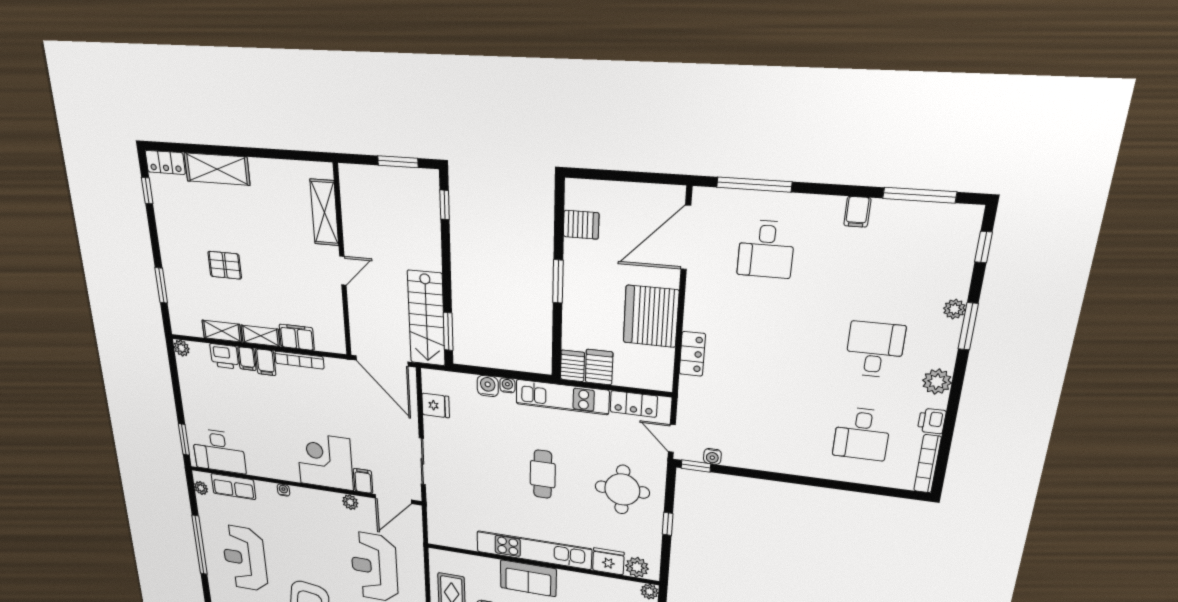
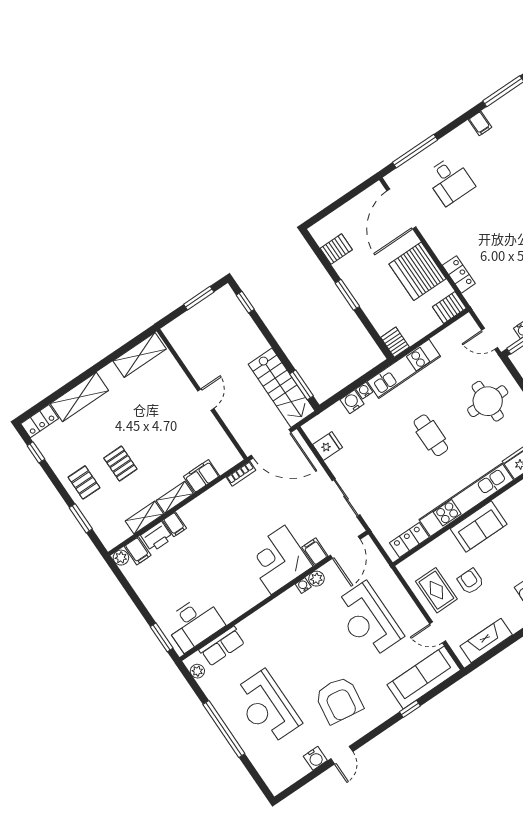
shelving: (324, 212) -> (140, 355), moved, turned 90
pallet: (180, 255) -> (84, 482), added
pallet: (225, 265) -> (120, 464), turned 90
bookcase: (299, 360) -> (241, 474), moved, width x0.64
filing cabinet: (266, 362) -> (138, 551), moved
server rack: (599, 367) -> (449, 308), moved, turned -90
locker: (634, 404) -> (409, 540), moved, turned 180
water cooler: (283, 490) -> (303, 585), moved

